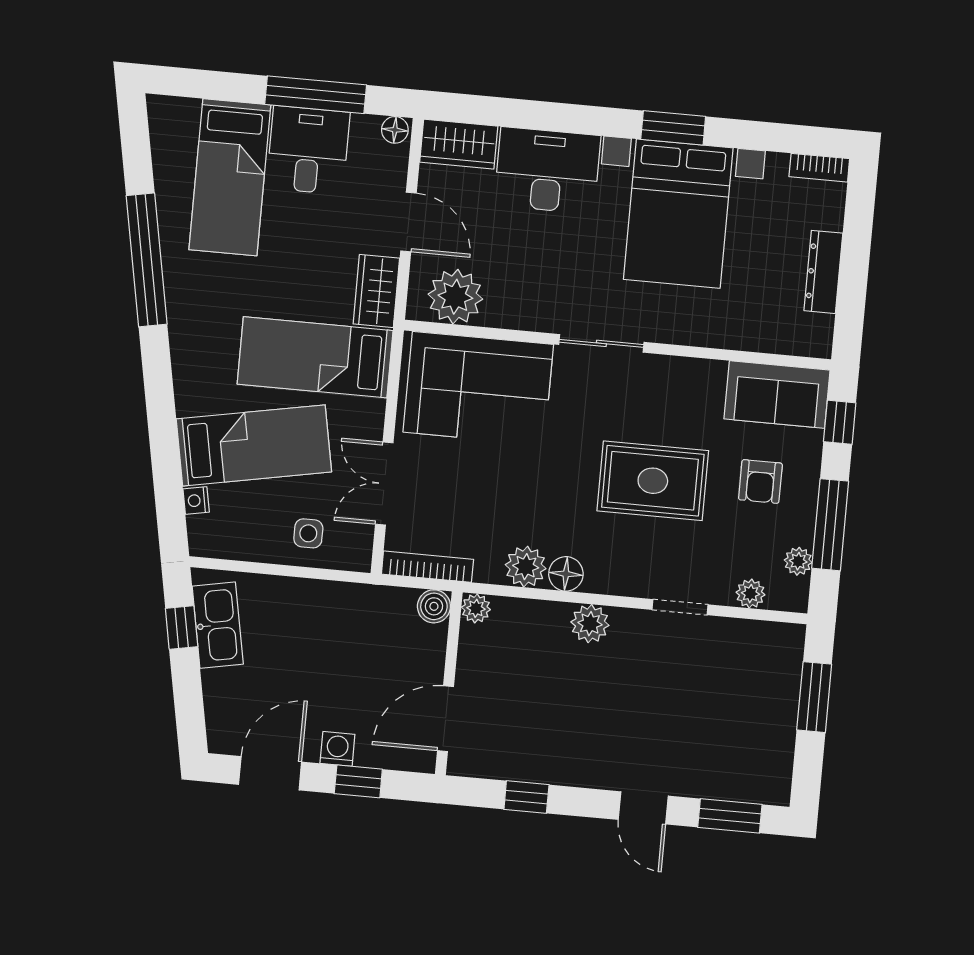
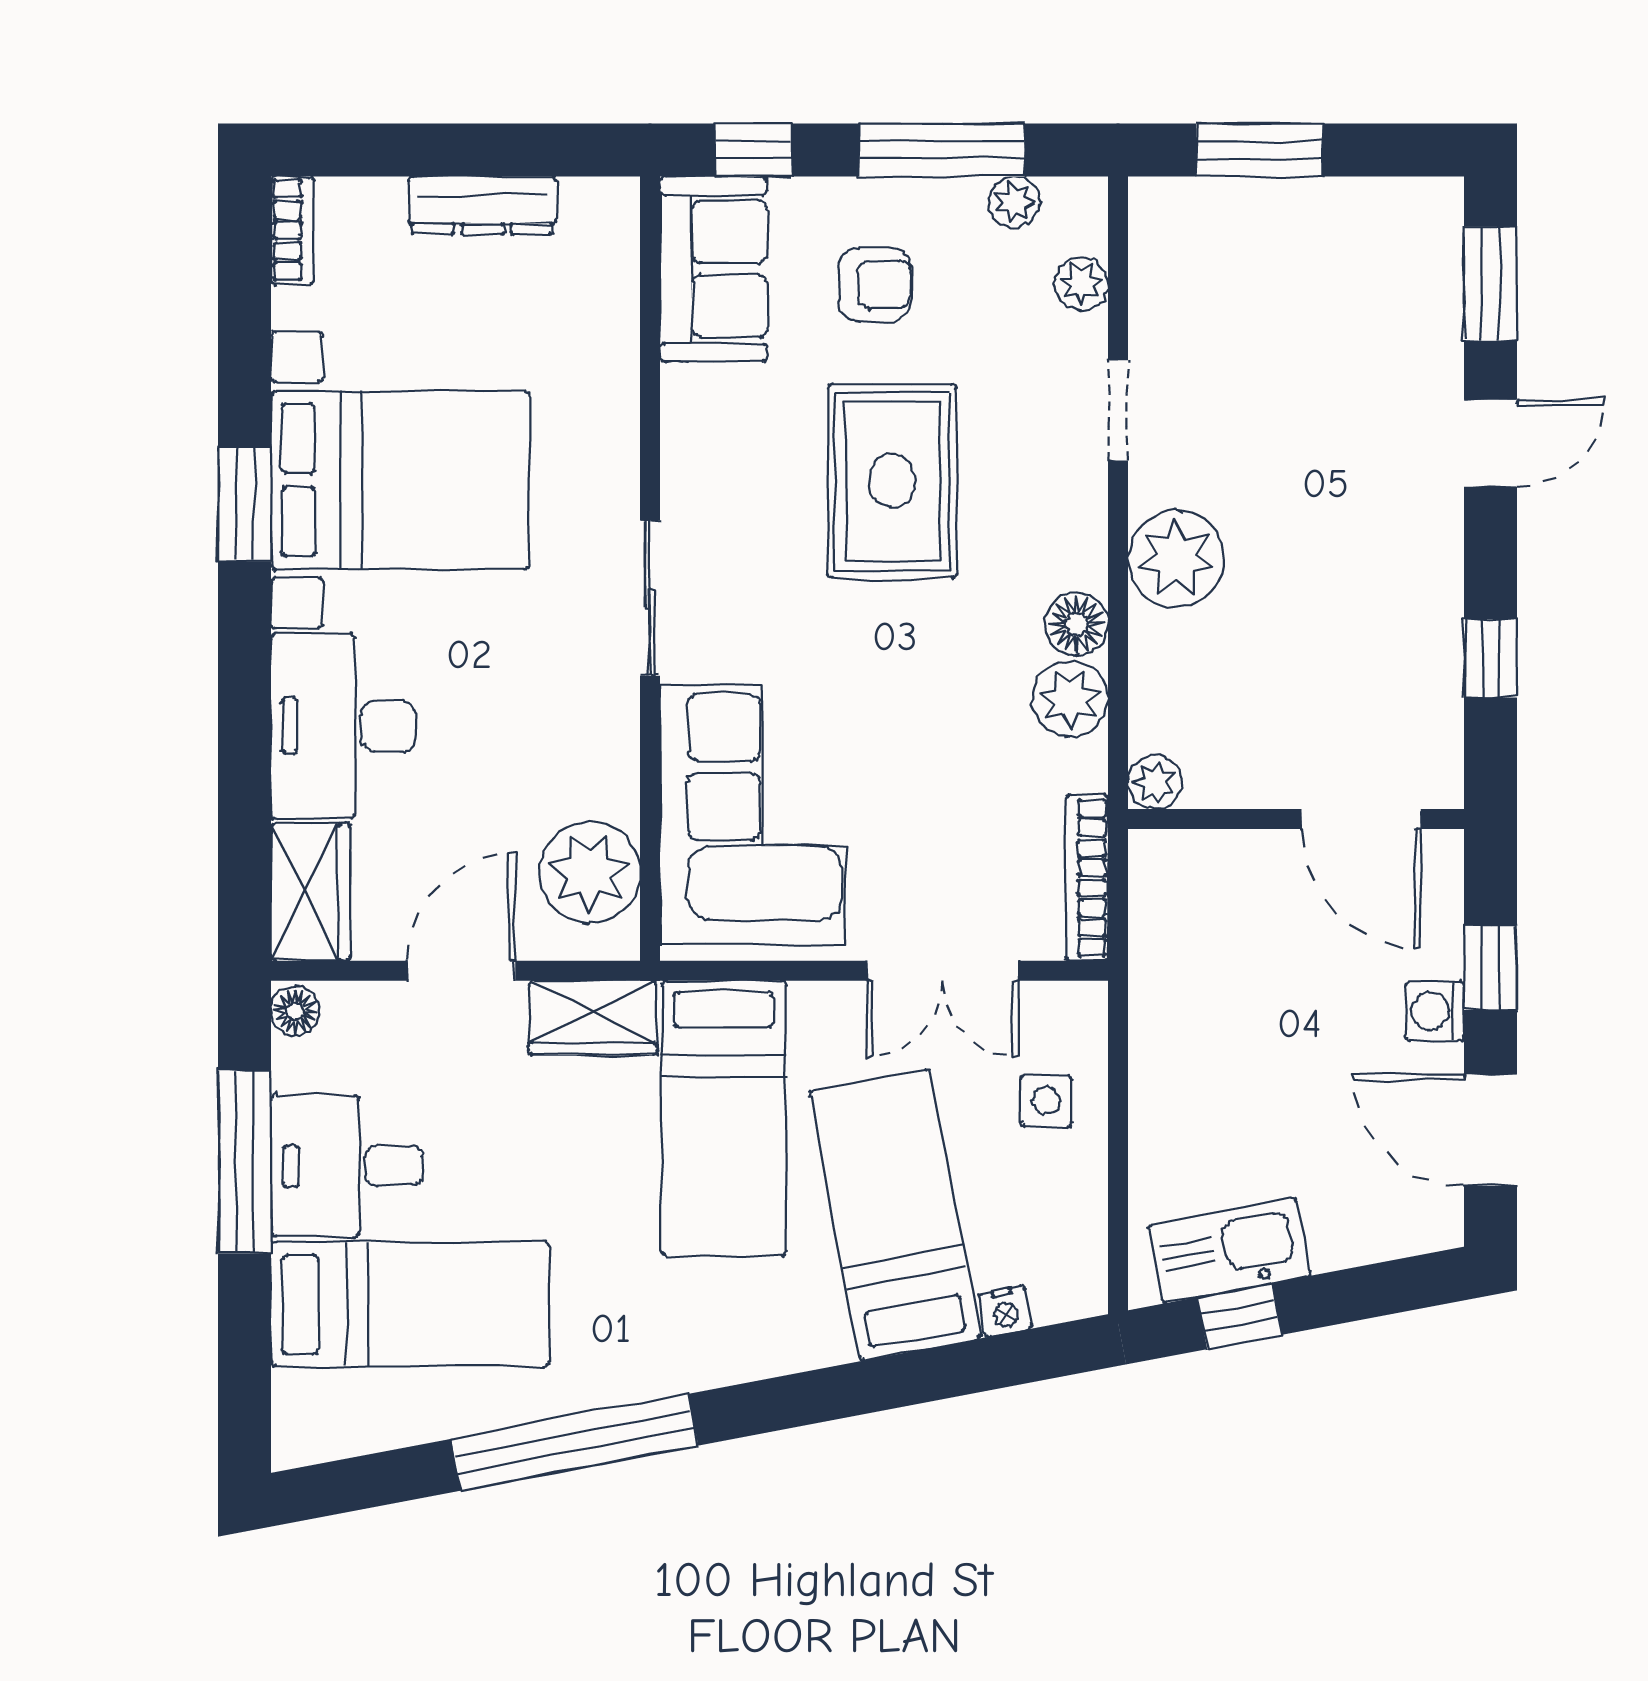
boiler: (434, 606) -> (1158, 859), removed
plant: (590, 624) -> (1176, 559), width x1.36, depth x1.36

